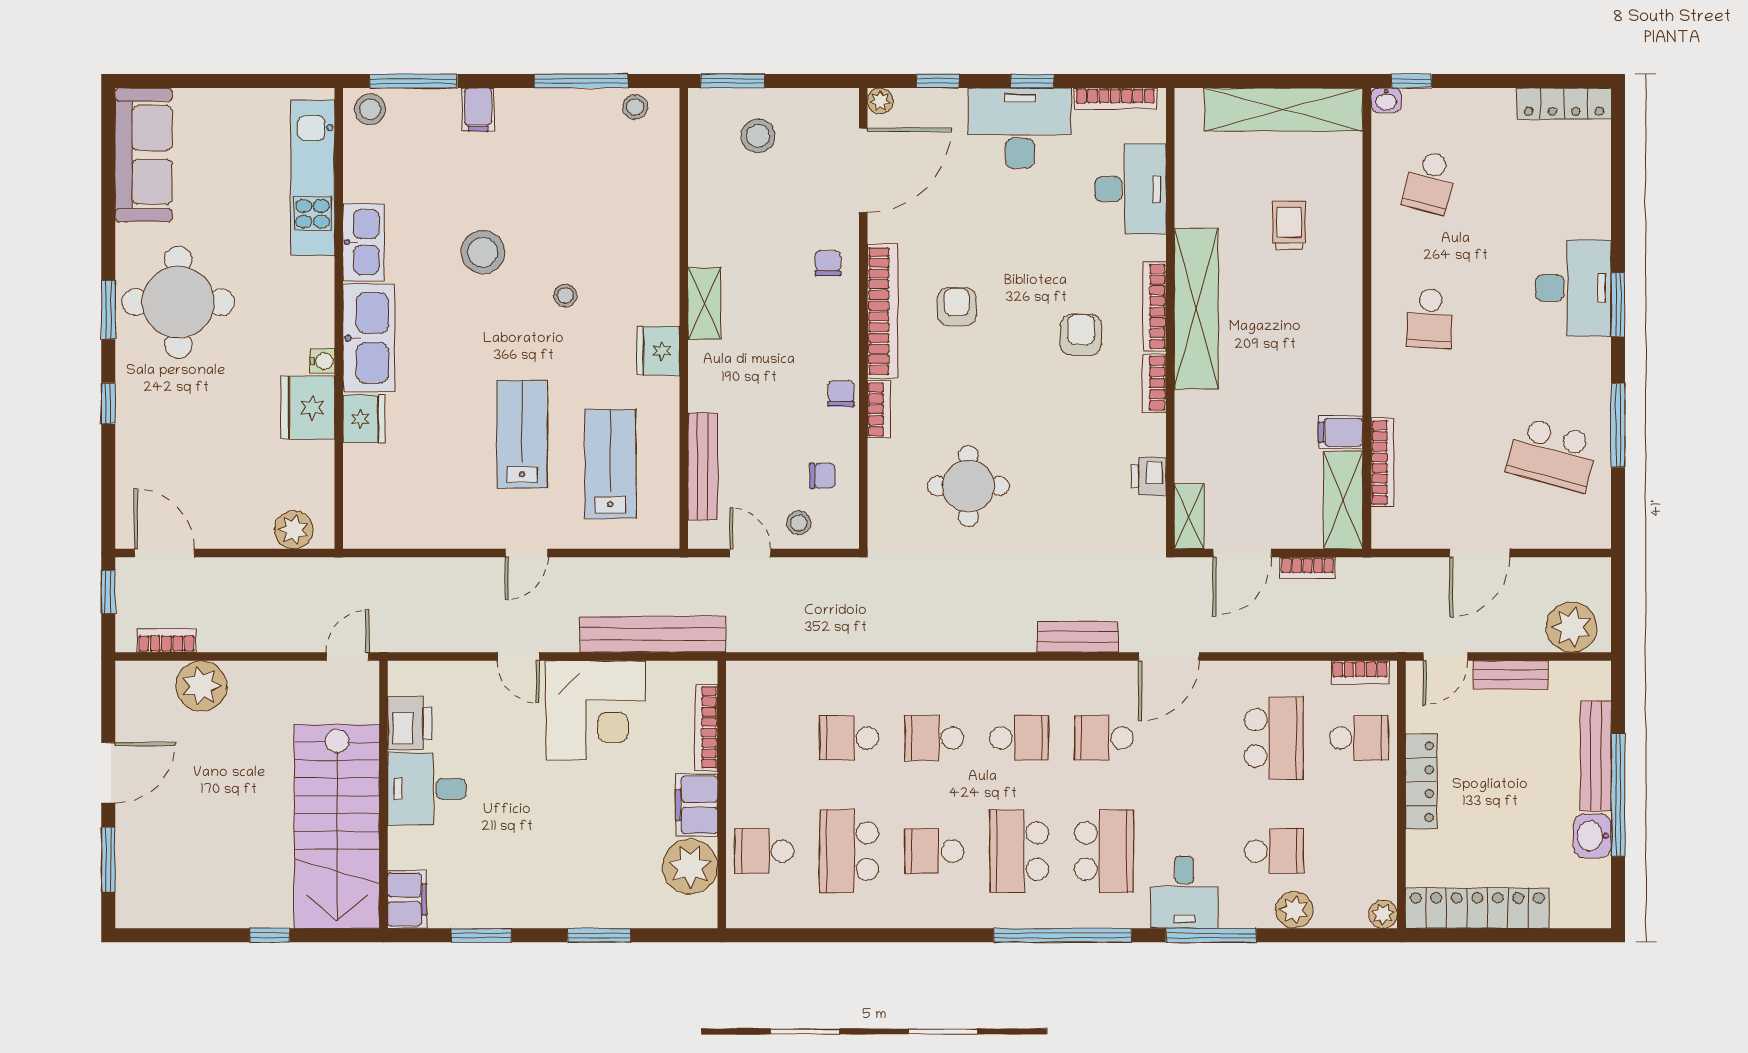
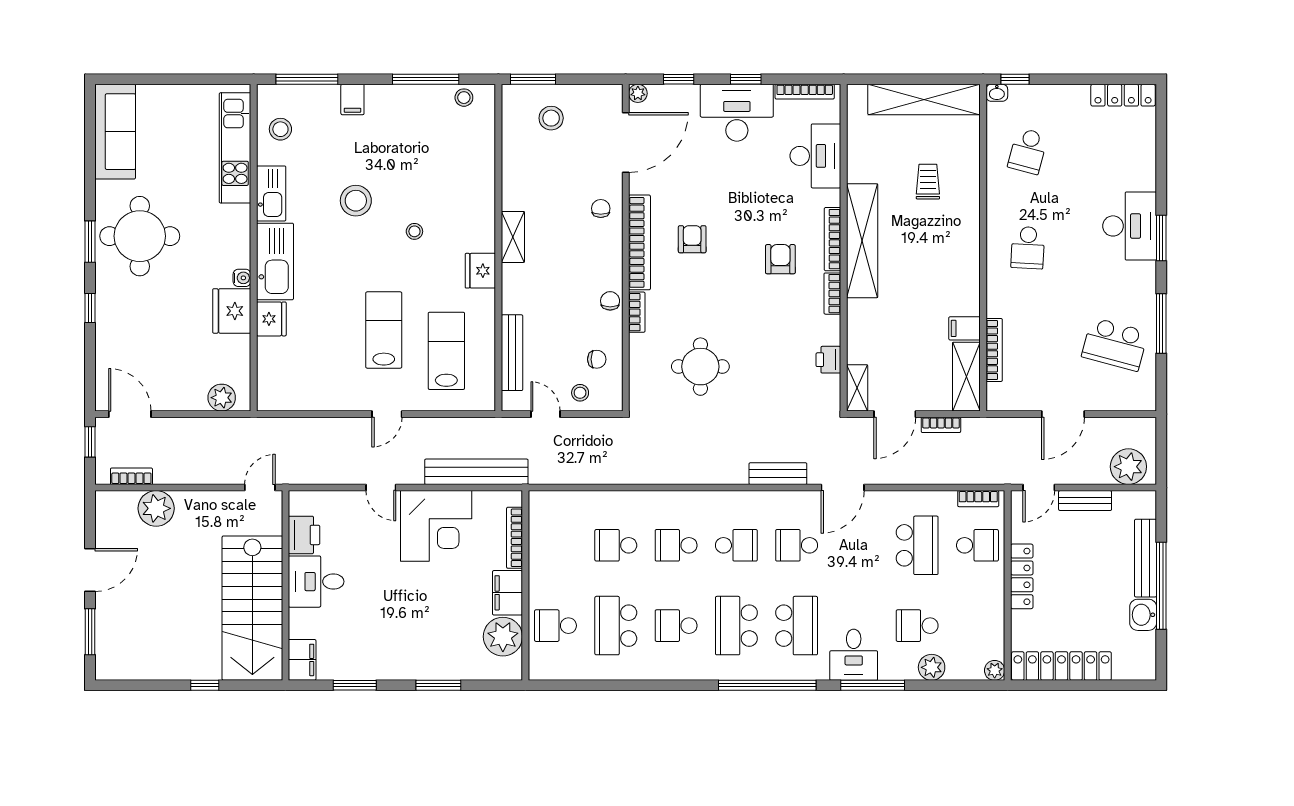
stool: (370, 109) -> (280, 129), moved
school desk: (1274, 851) -> (917, 626), turned 180

